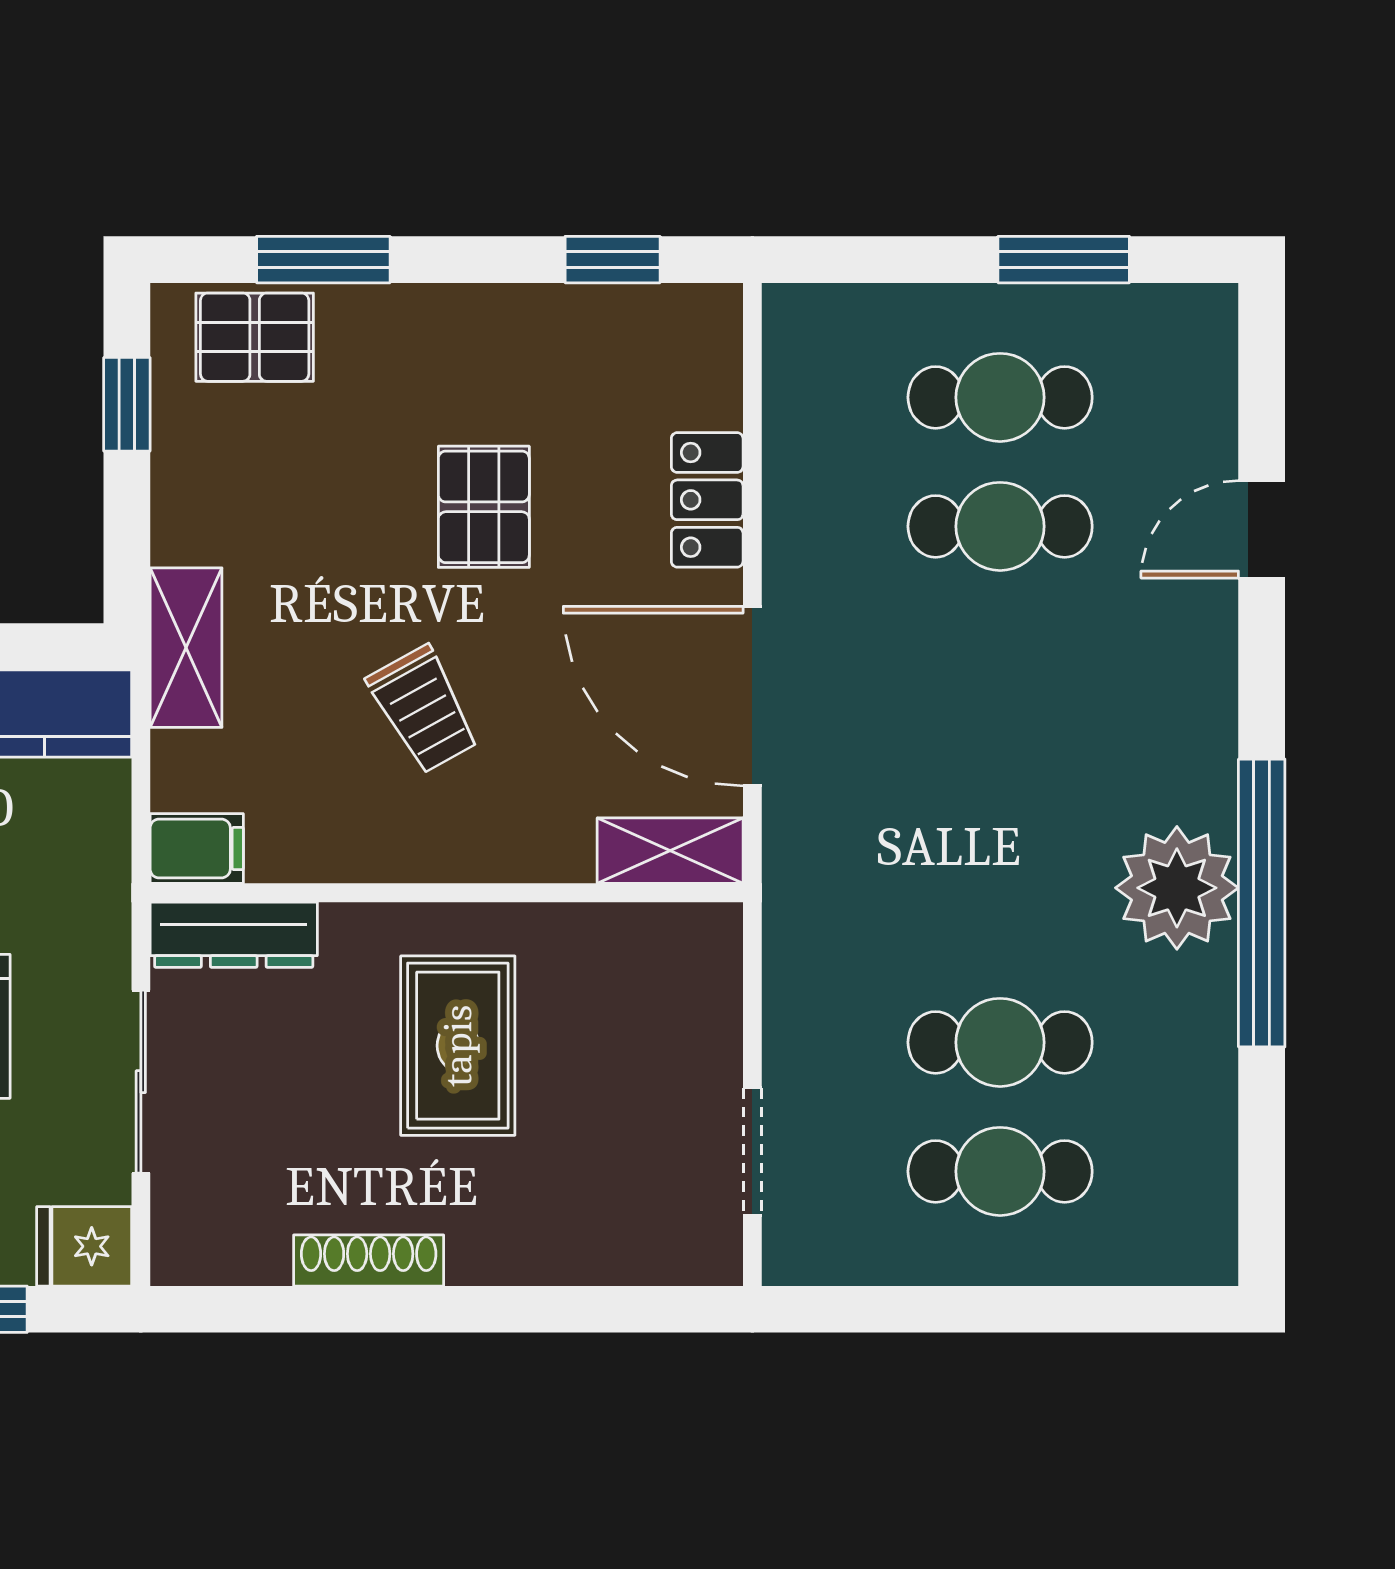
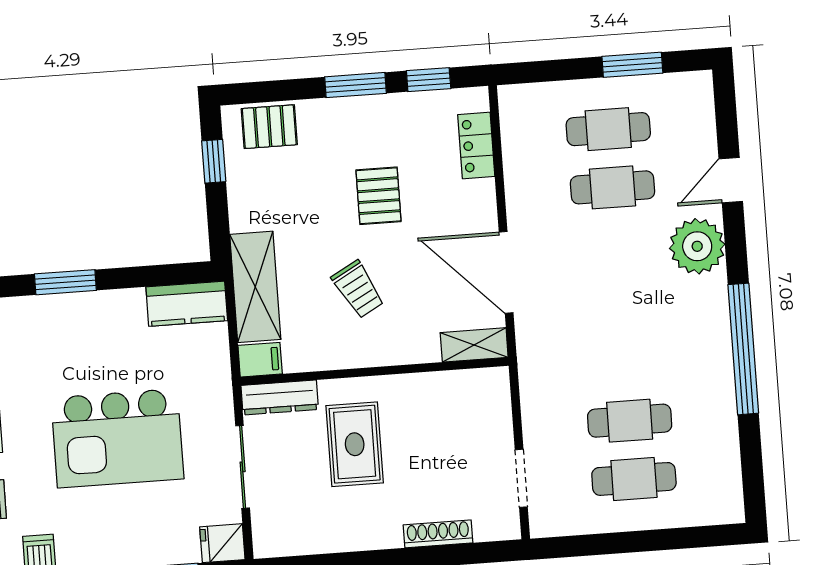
window: (323, 260) -> (355, 85), moved
locker: (707, 500) -> (476, 146), moved
shelving: (186, 648) -> (255, 287), width x1.50, depth x1.33
plant: (1177, 888) -> (697, 246), moved
rug: (458, 1046) -> (355, 444), moved
shoe rack: (369, 1260) -> (438, 534), moved

